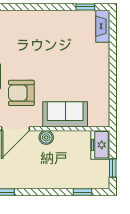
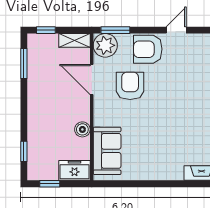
sofa: (65, 114) -> (107, 151), moved
boiler: (46, 137) -> (82, 129), moved

